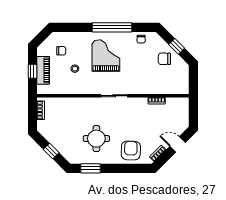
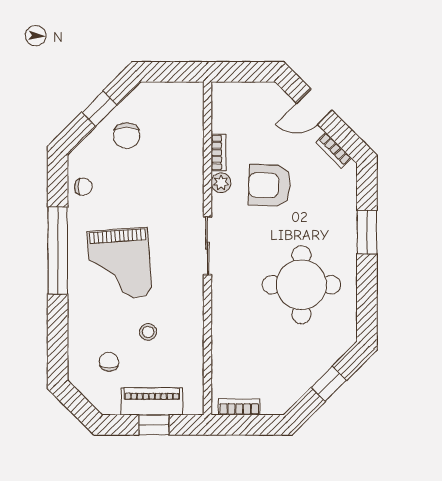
grand piano: (106, 56) -> (119, 264), turned -94
plant: (143, 102) -> (221, 183), added
round table: (96, 139) -> (301, 285), width x1.36, depth x1.36
door: (178, 144) -> (314, 107), hinge flipped
armchair: (131, 151) -> (269, 185), moved
window: (90, 168) -> (367, 232), moved

